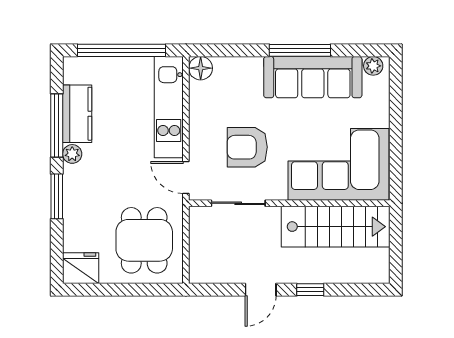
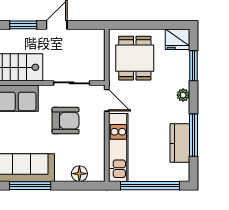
floor lamp: (201, 68) -> (79, 174), moved
plant: (72, 154) -> (183, 95), moved
window: (57, 196) -> (194, 66), moved
window: (310, 290) -> (23, 25), width x1.50

